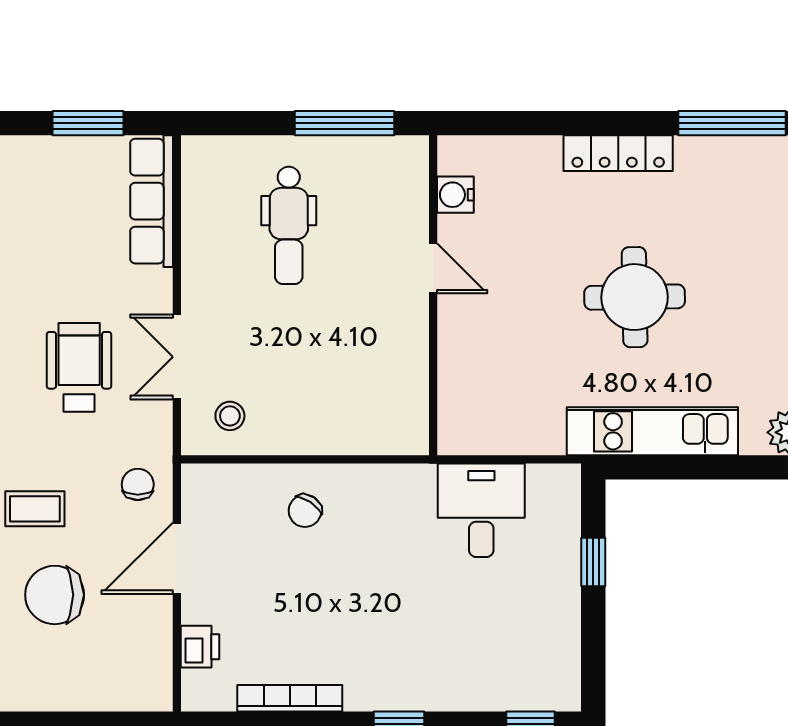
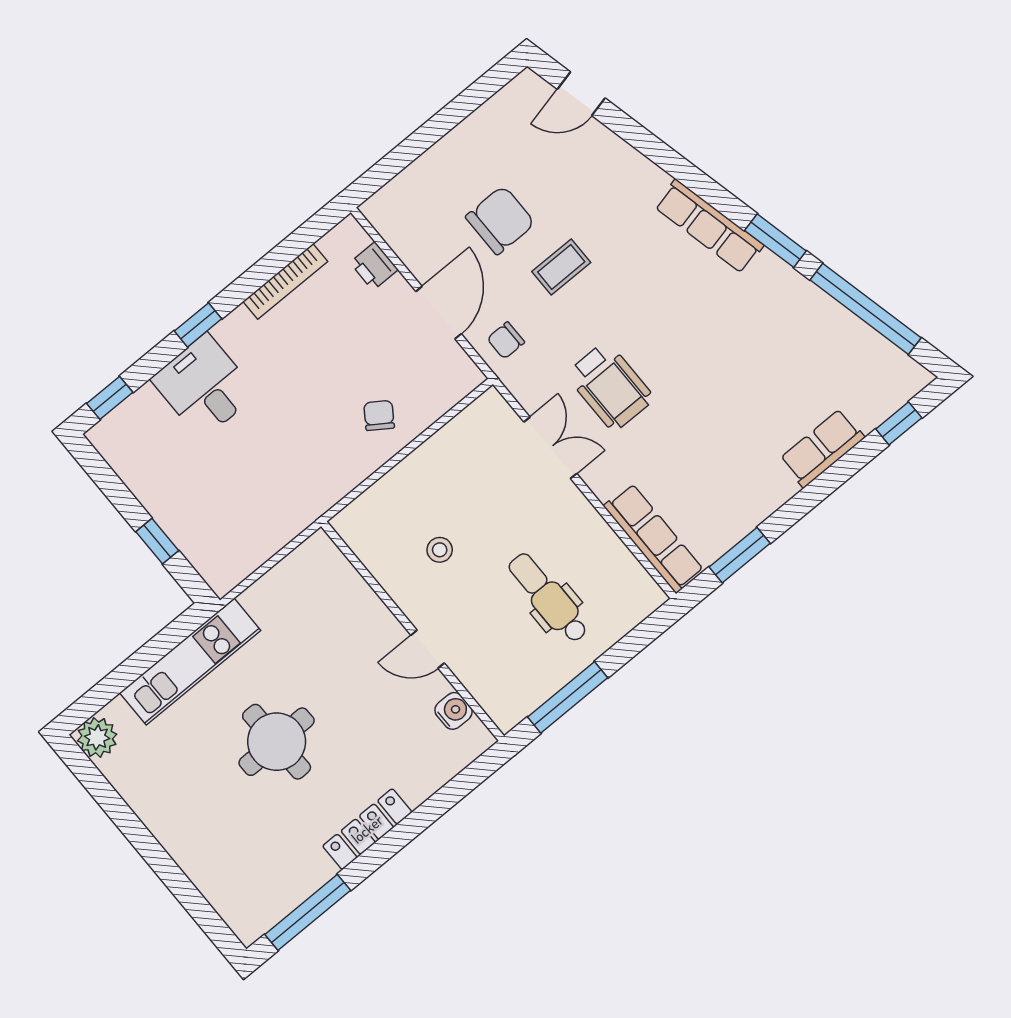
stool: (230, 416) -> (440, 550), moved
chair: (138, 484) -> (506, 340), turned 90
desk: (481, 510) -> (204, 386), moved, turned 180

